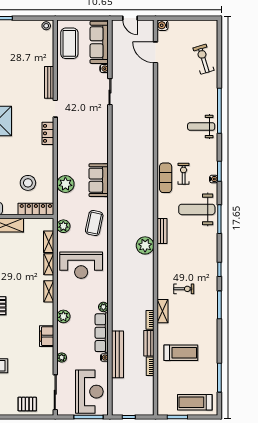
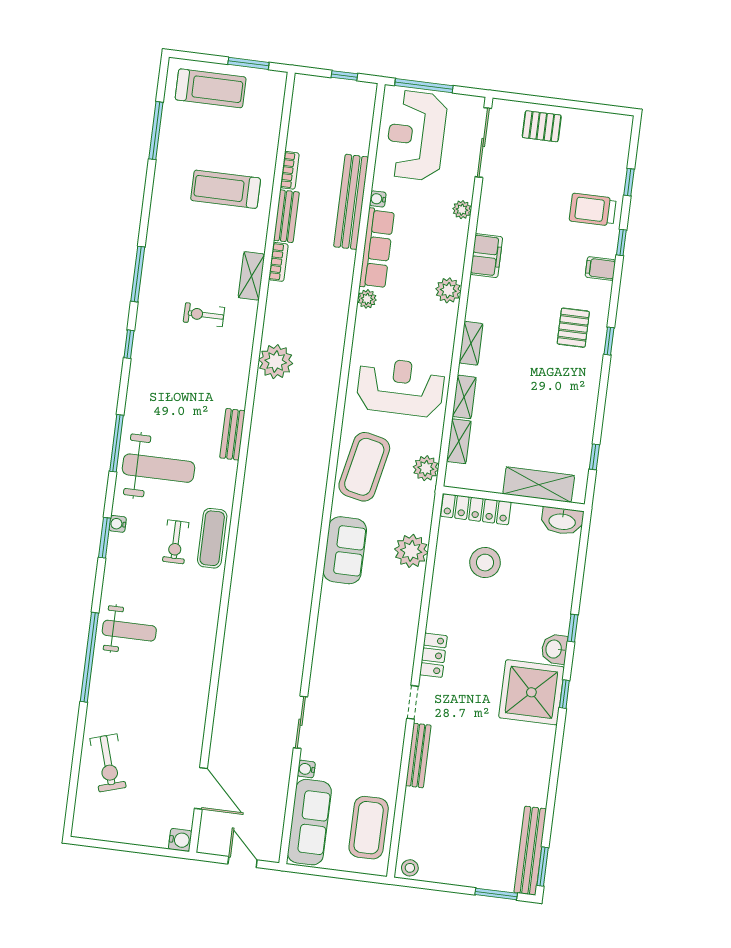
coffee table: (94, 223) -> (364, 467), width x1.36, depth x1.32
plant: (145, 245) -> (276, 362), moved

